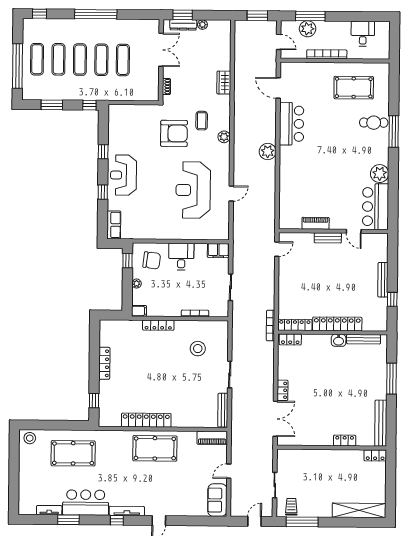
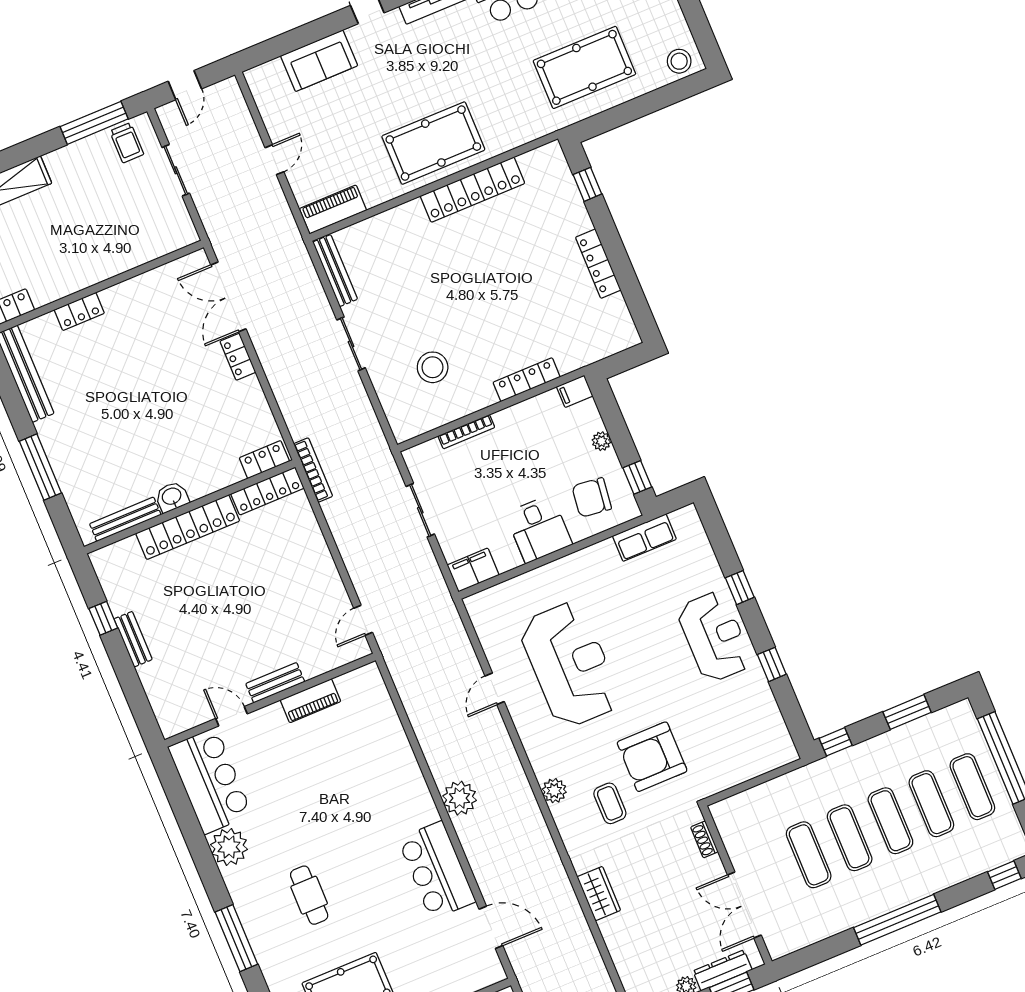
cafe table: (374, 123) -> (309, 895), moved, turned 90
row of seats: (114, 225) -> (644, 538), moved, turned -90
bench: (383, 280) -> (133, 639), width x0.73
sofa: (217, 500) -> (319, 61), moved, turned 90

